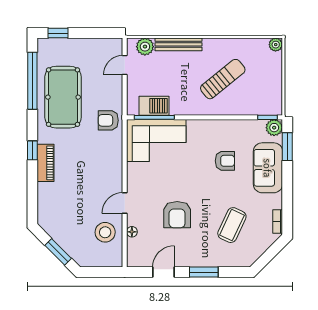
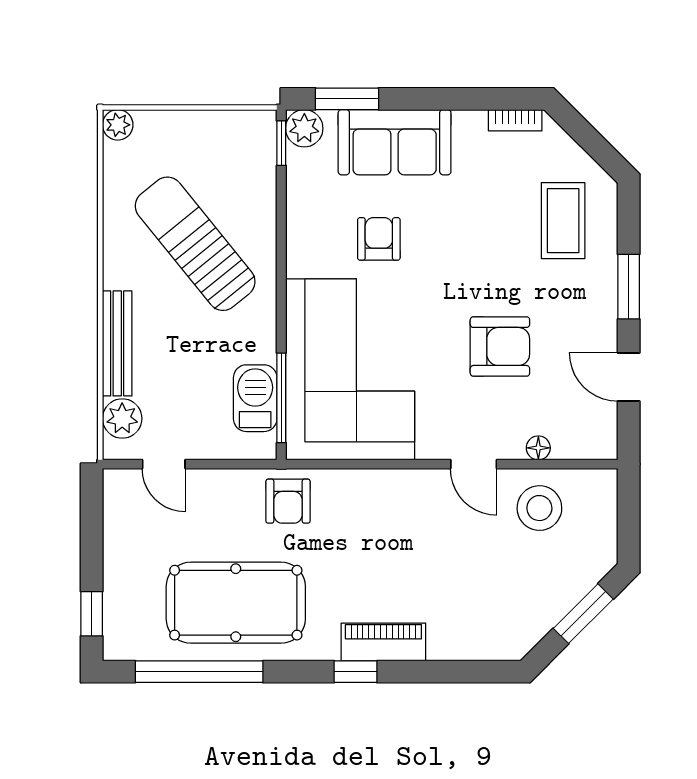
sun lounger: (223, 79) -> (195, 244), width x1.36, depth x1.34
corner sofa: (156, 140) -> (350, 369), width x1.36, depth x1.36
coffee table: (232, 225) -> (563, 221), moved, turned 65

